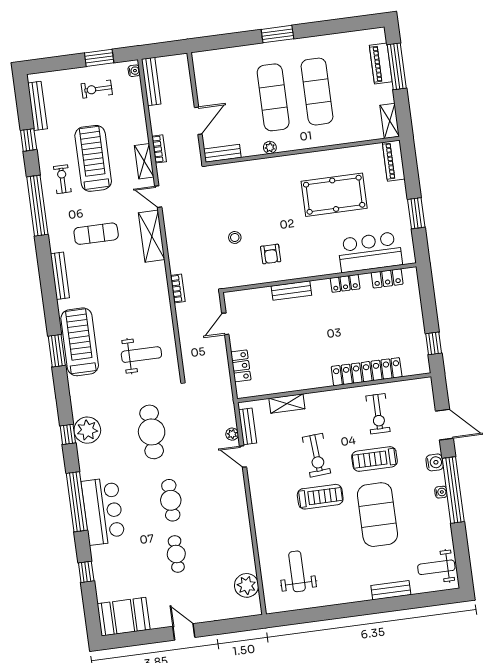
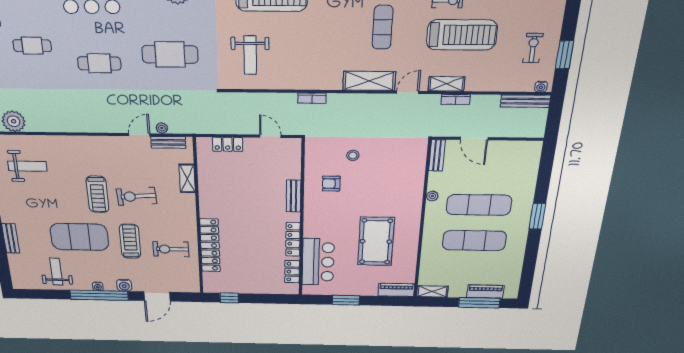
locker: (345, 283) -> (293, 239), width x1.53
cafe table: (176, 554) -> (32, 46), moved
weight bench: (436, 567) -> (56, 272), moved

